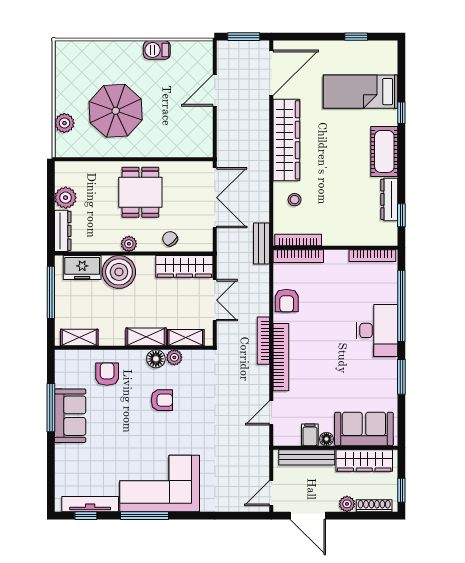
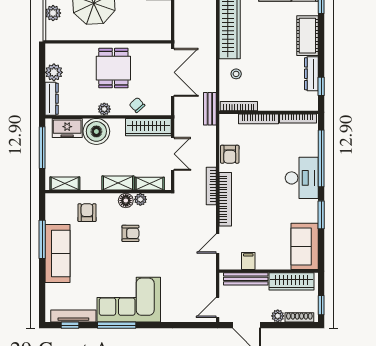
bookcase: (298, 256) -> (258, 119), moved
sofa: (70, 416) -> (58, 253), width x1.36
sofa: (364, 429) -> (305, 246), moved, turned -90
floor lamp: (326, 439) -> (261, 264), removed

